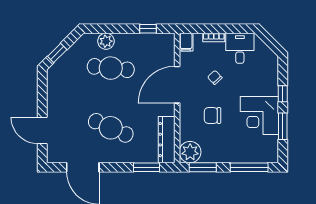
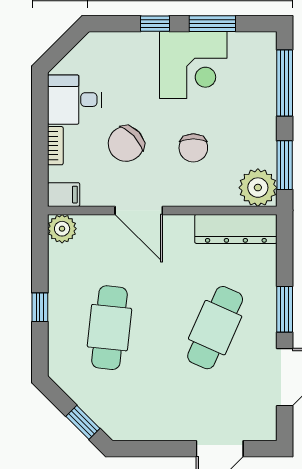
window: (148, 29) -> (40, 307), moved
plant: (106, 41) -> (62, 229), moved
chair: (215, 77) -> (126, 144), width x1.87, depth x1.87
door: (177, 85) -> (139, 210), width x0.73
window: (147, 167) -> (285, 309), moved

